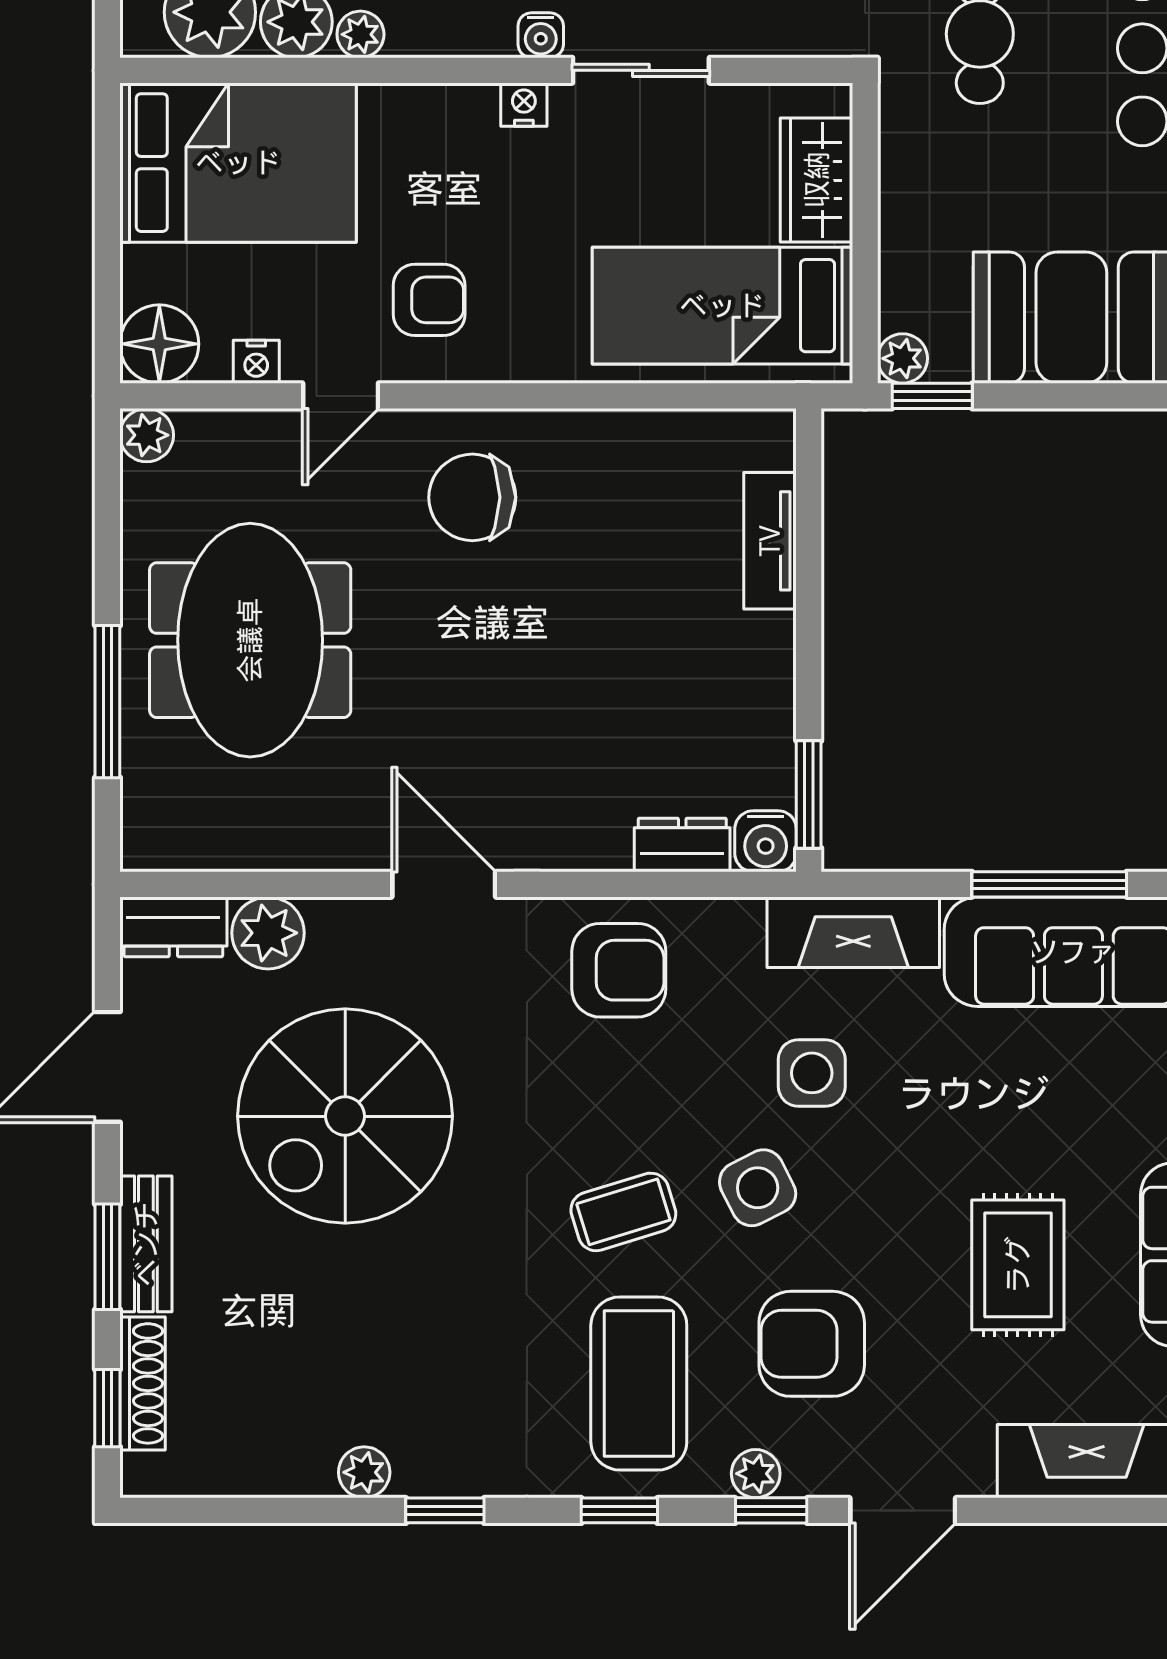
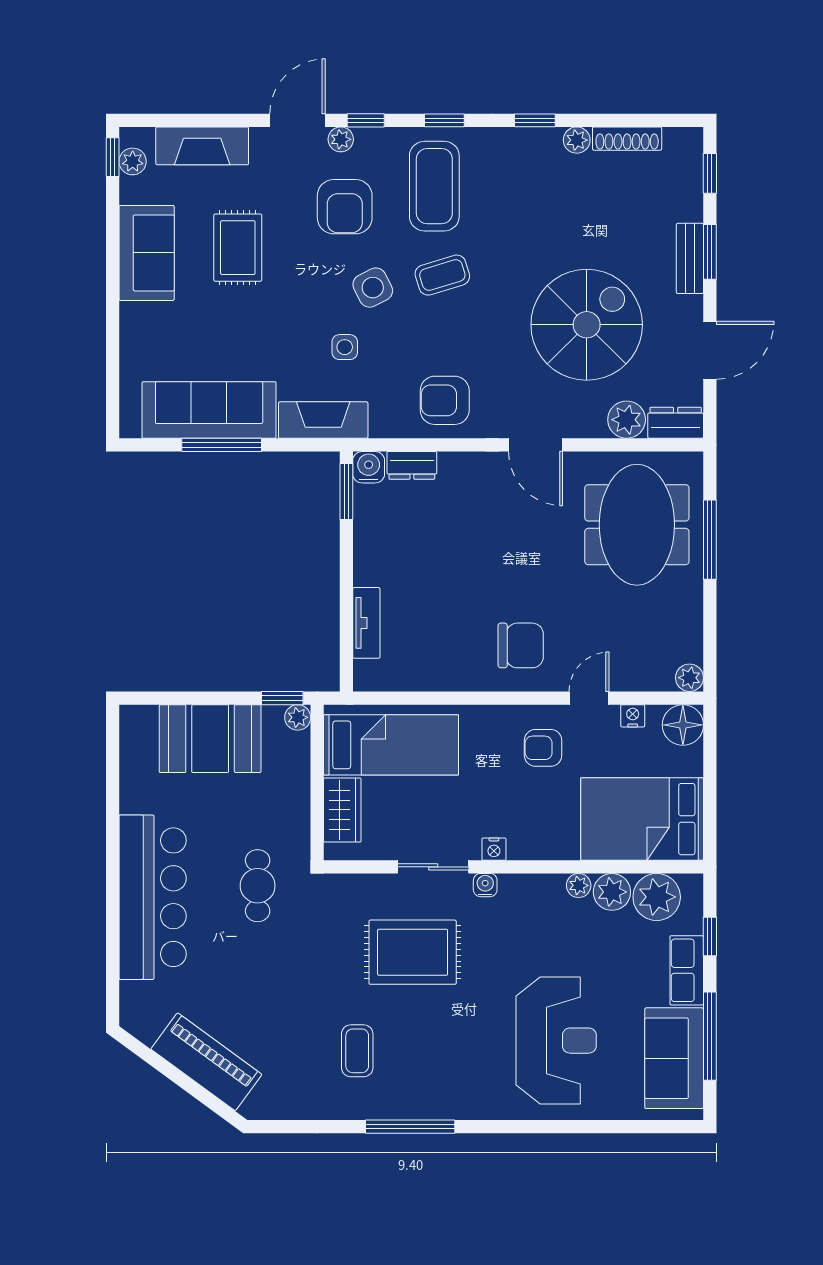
meeting table: (250, 640) -> (637, 525), moved
side table: (812, 1073) -> (345, 347), width x0.73, depth x0.73
armchair: (812, 1344) -> (345, 207), turned 90
shoe rack: (143, 1383) -> (627, 139), moved, turned -90
plant: (756, 1474) -> (341, 139), moved

